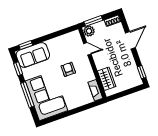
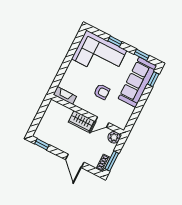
window: (93, 21) -> (112, 161), moved
sofa: (33, 55) -> (137, 82), width x1.36
wardrobe: (107, 79) -> (81, 121), moved
window: (27, 95) -> (115, 41), width x0.46

